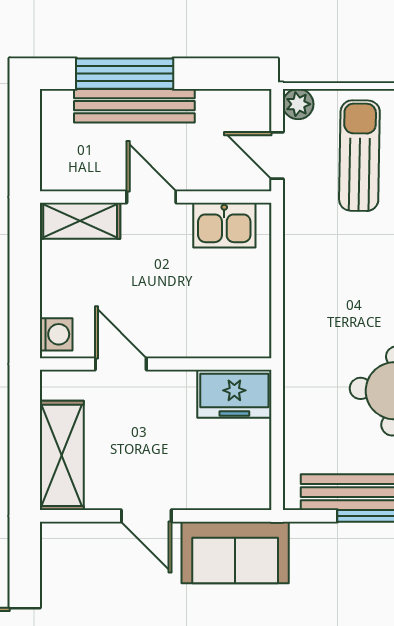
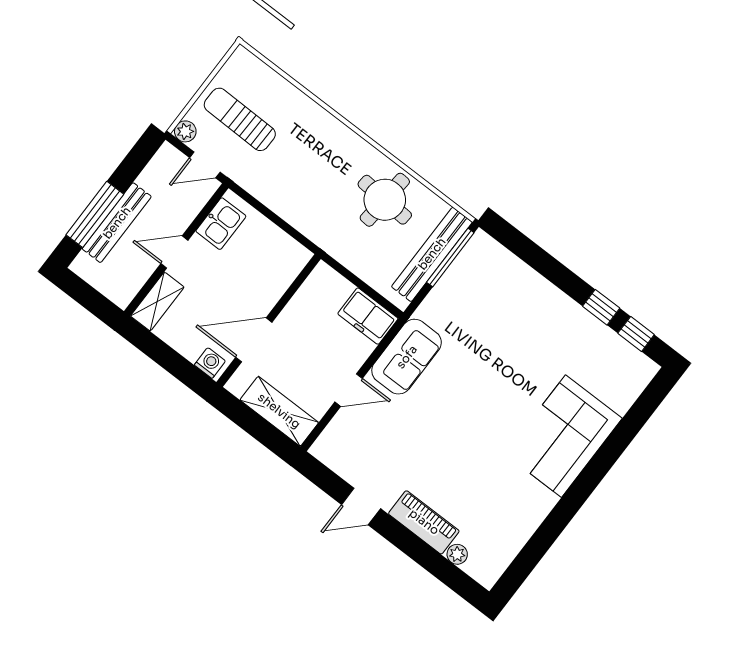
door: (121, 364) -> (254, 340), width x1.37
freezer: (234, 394) -> (368, 316), moved, turned 90

